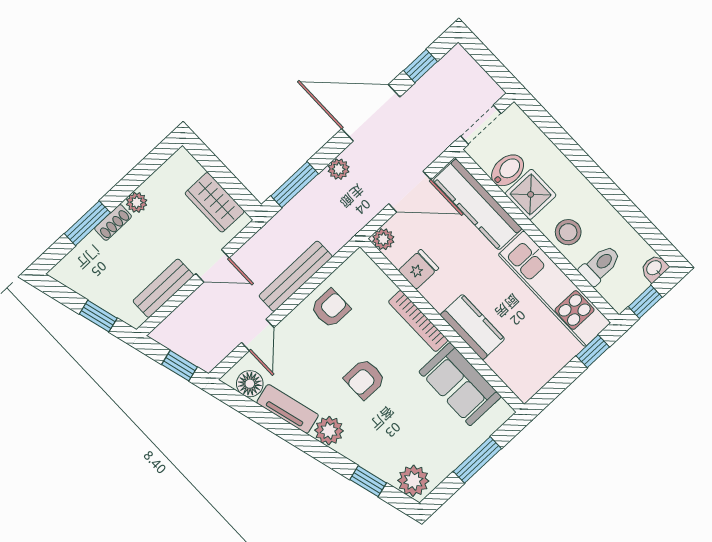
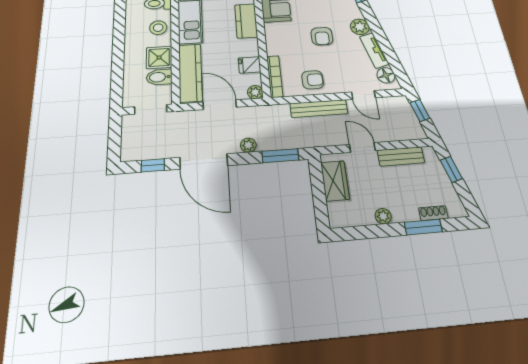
shoe rack: (113, 222) -> (433, 213), moved
armchair: (330, 308) -> (313, 80), turned 180
bookcase: (418, 321) -> (275, 76), moved
door: (258, 335) -> (363, 95), swing flipped
armchair: (365, 379) -> (322, 36), turned 90

